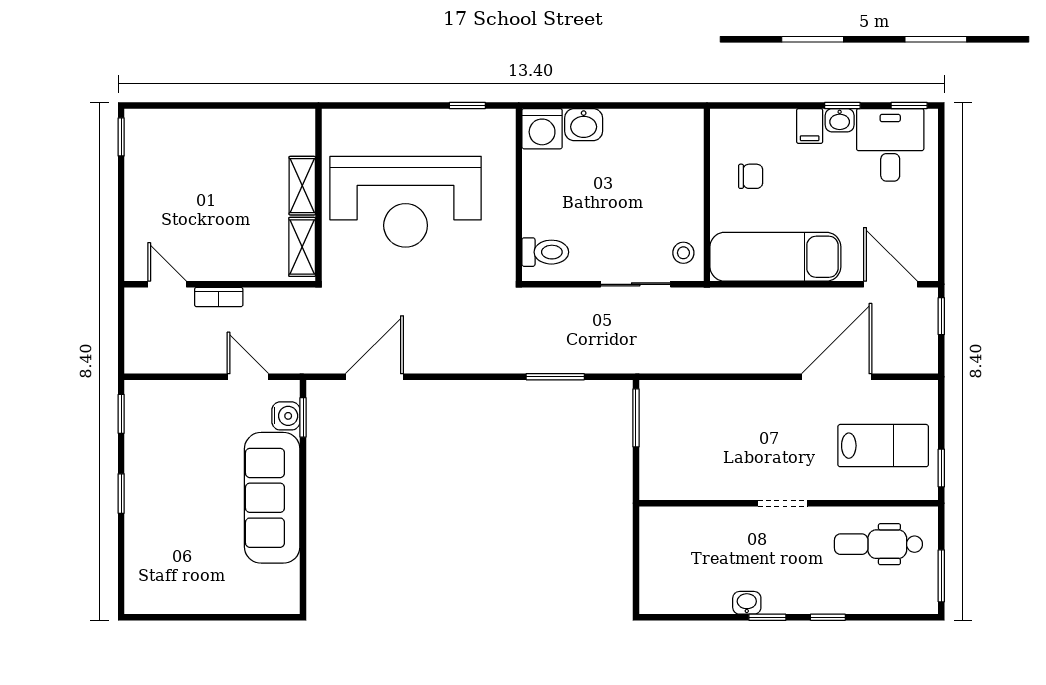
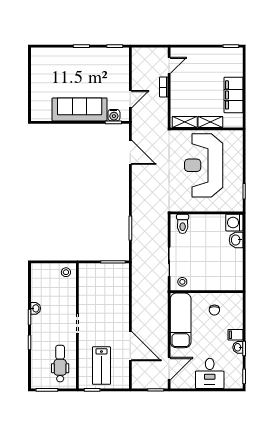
filing cabinet: (238, 131) -> (233, 95), added
desk: (890, 145) -> (210, 373), moved, turned 90
stool: (660, 530) -> (66, 272), added

